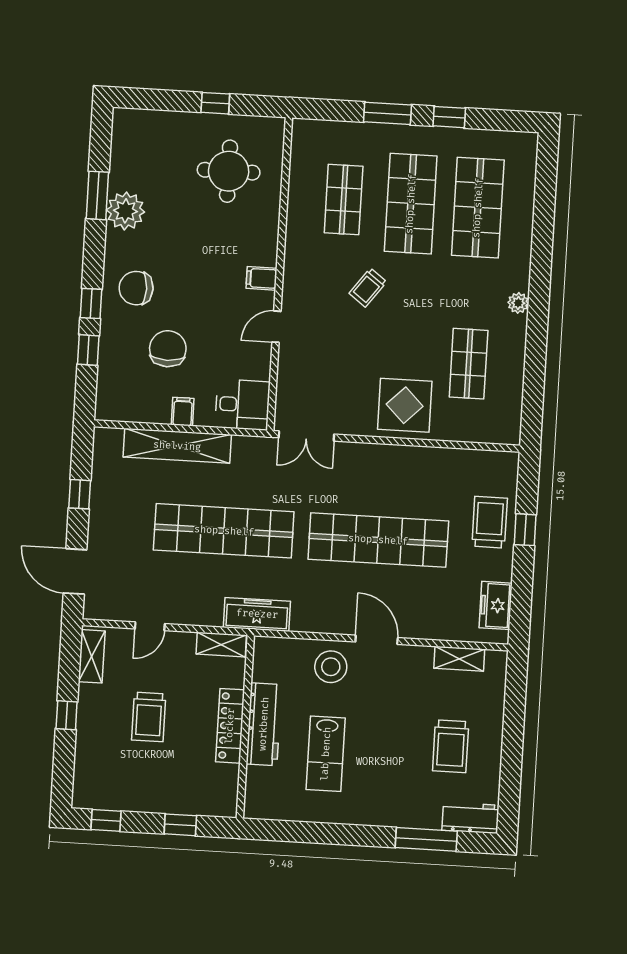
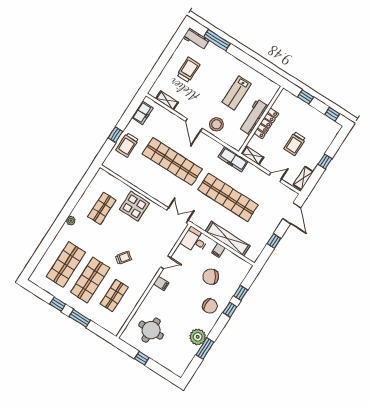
chair: (168, 349) -> (211, 277), turned 59
trolley: (149, 717) -> (295, 144), turned 180
lab bench: (326, 754) -> (237, 93), turned 180

